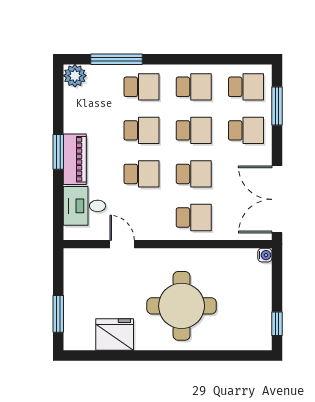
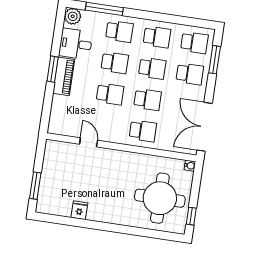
desk: (84, 206) -> (76, 44), moved
round table: (182, 306) -> (160, 198), moved
fridge: (115, 335) -> (79, 210), width x0.53, depth x0.75

